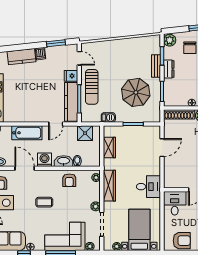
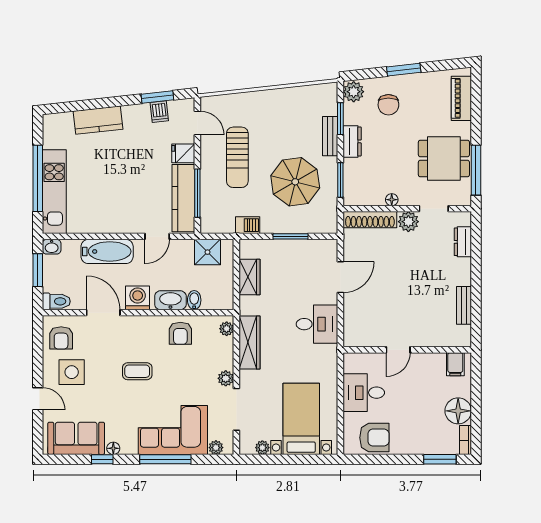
dishwasher: (41, 54) -> (159, 112), moved
sun lounger: (92, 87) -> (237, 157), moved
desk: (148, 187) -> (317, 324), moved
desk: (175, 203) -> (364, 393), moved, turned -90

